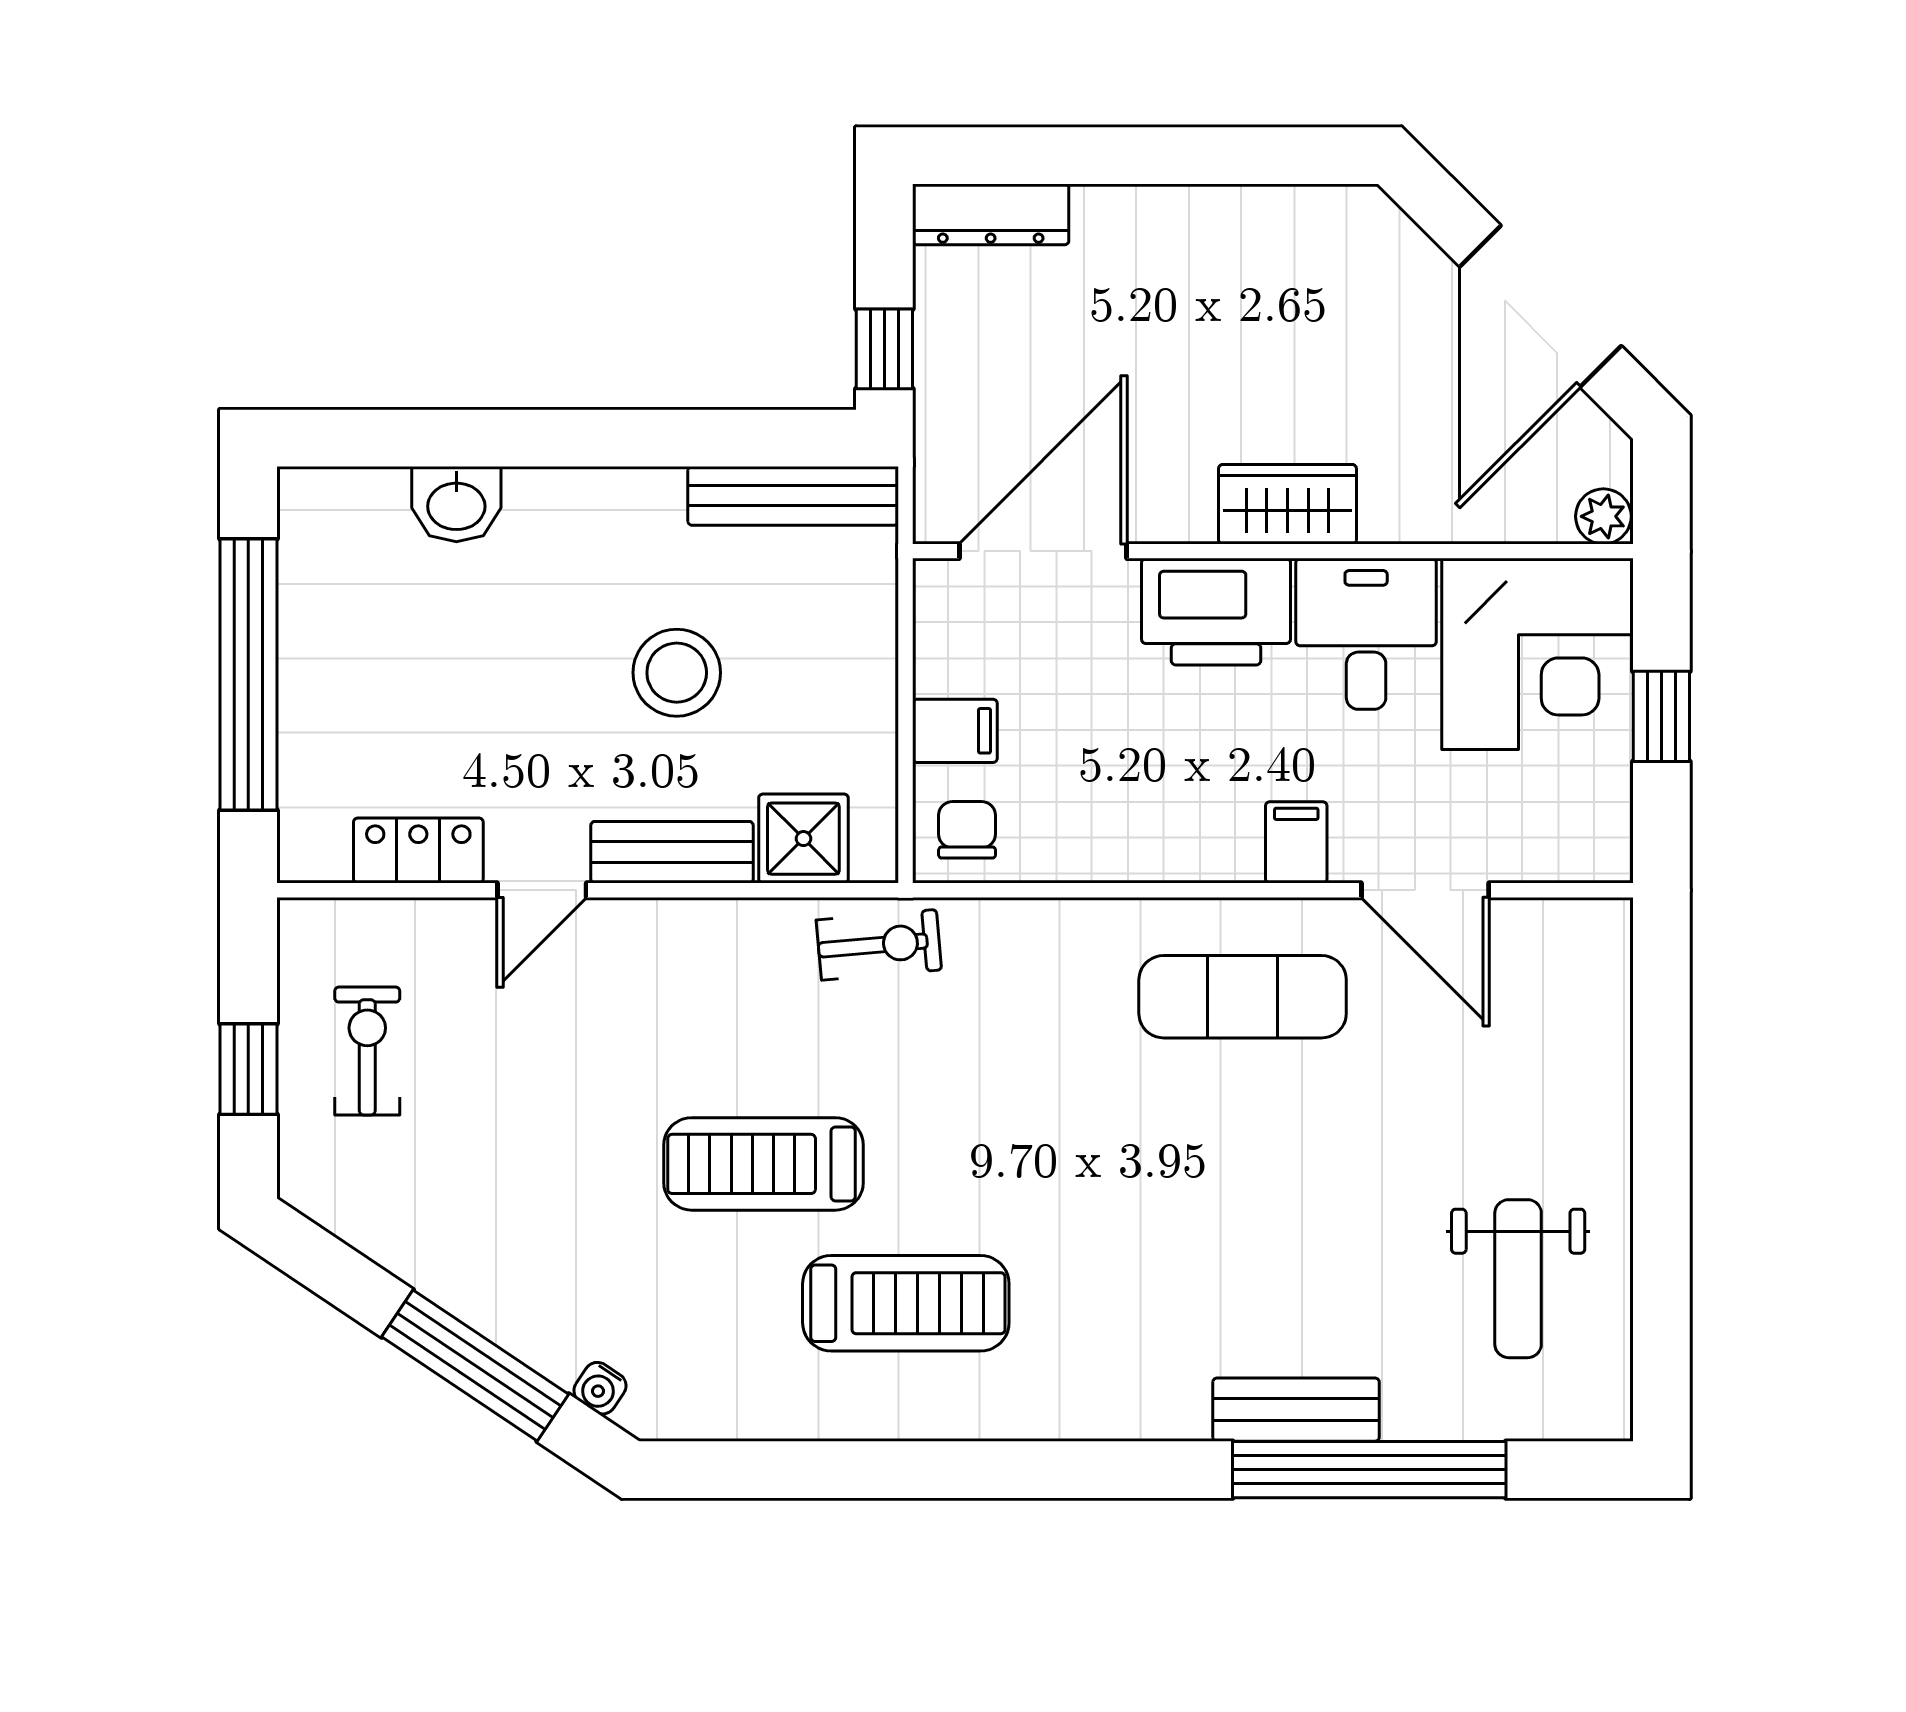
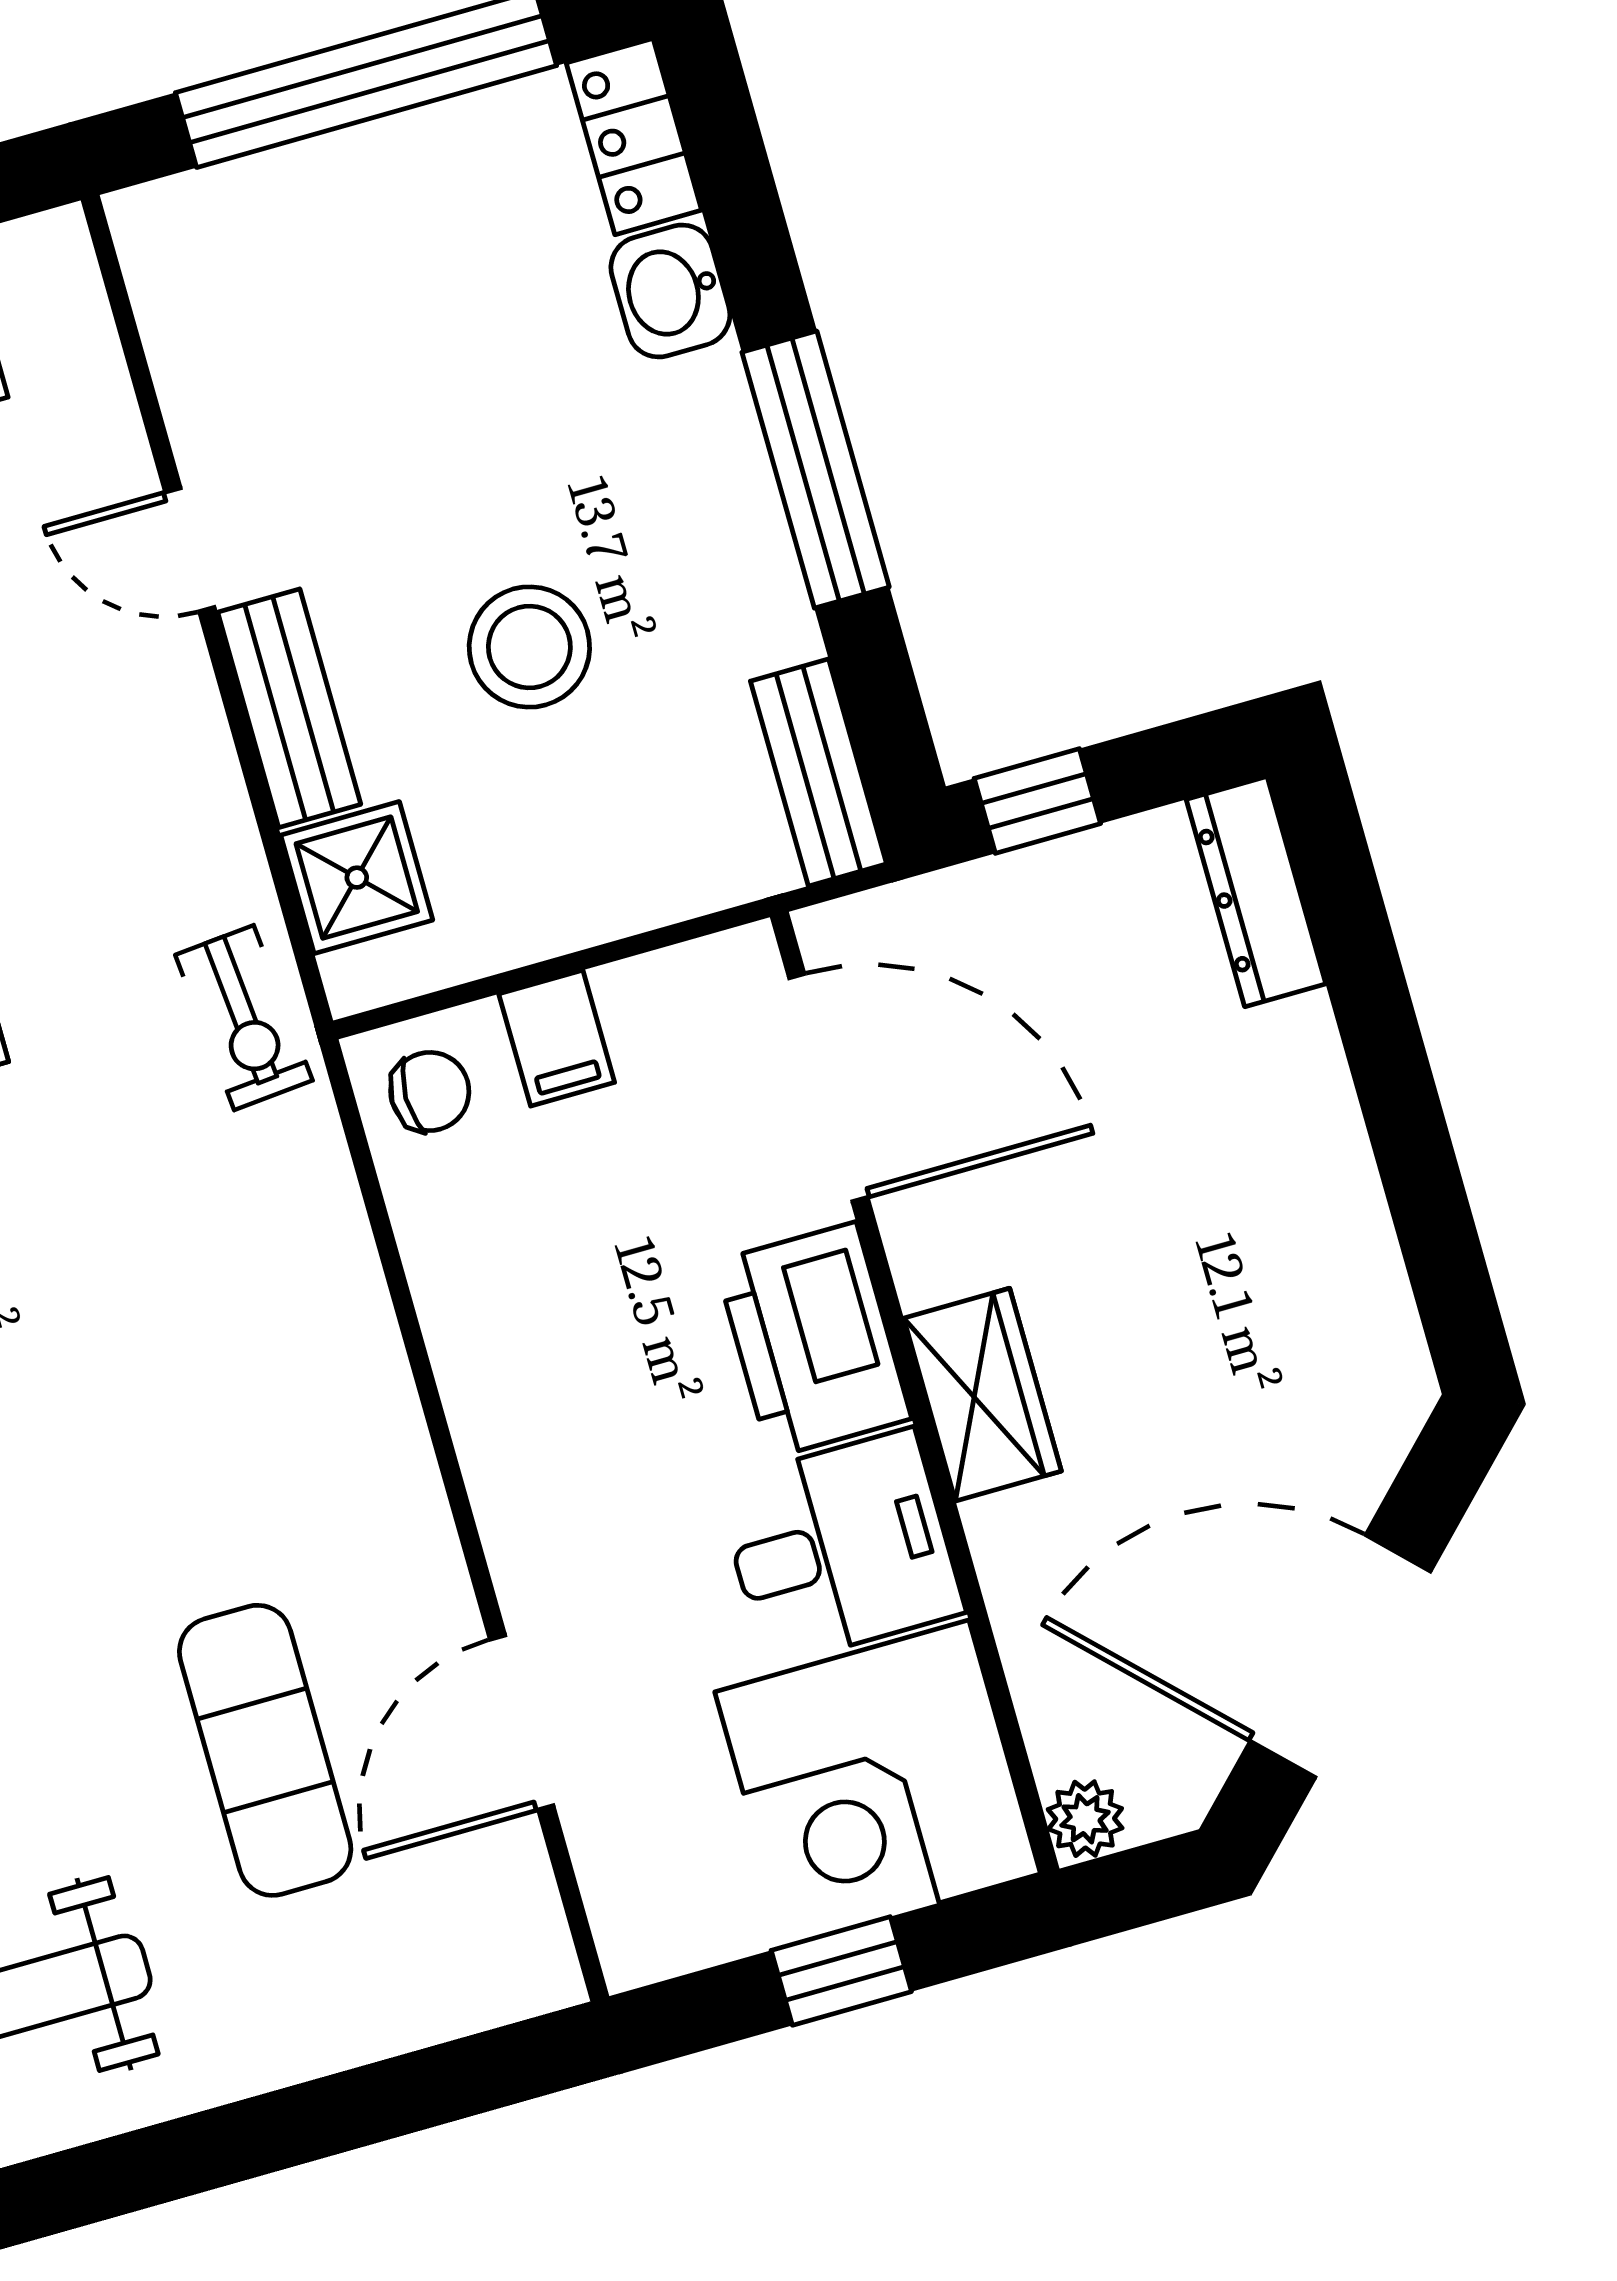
window: (609, 438) -> (816, 470), added
bench: (793, 496) -> (818, 772), width x0.73
filing cabinet: (1296, 842) -> (537, 1533), removed
locker: (418, 851) -> (634, 137), moved, turned 180
exercise mat: (1243, 997) -> (265, 1750), moved

